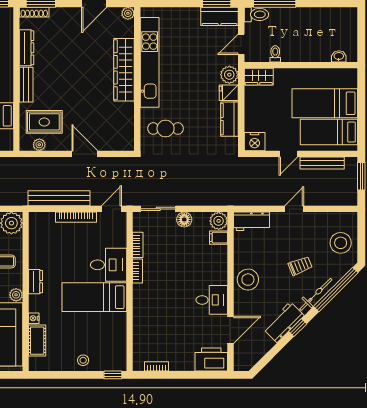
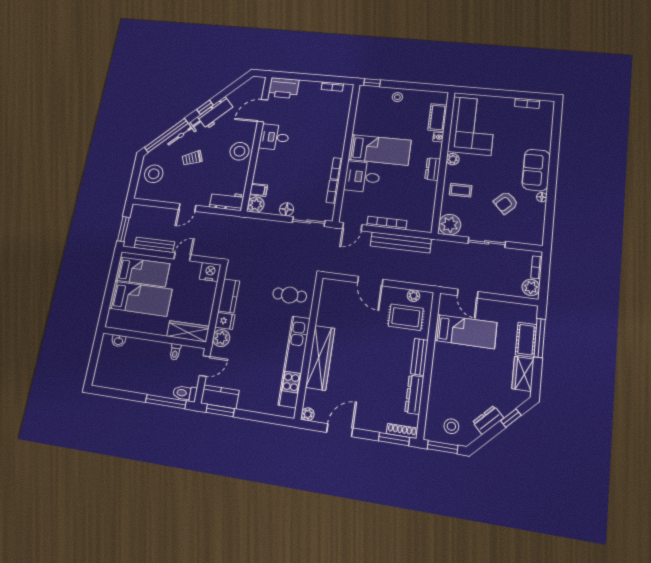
wardrobe: (259, 77) -> (188, 331), width x1.50

